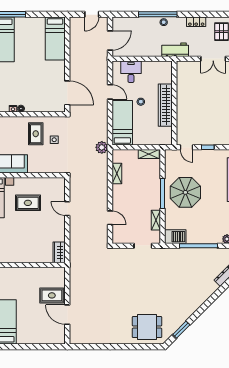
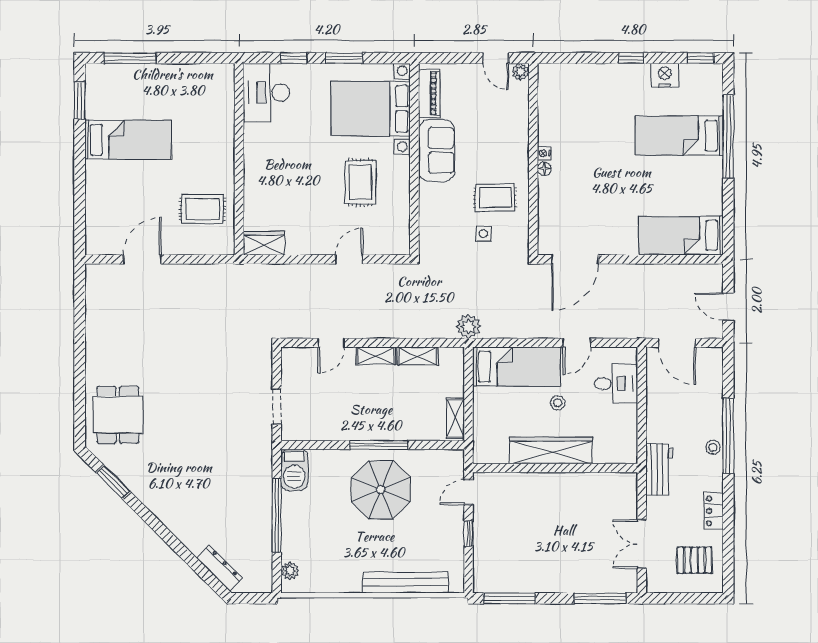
shelving: (156, 220) -> (376, 356), moved
rug: (52, 295) -> (202, 209), moved, turned 90

